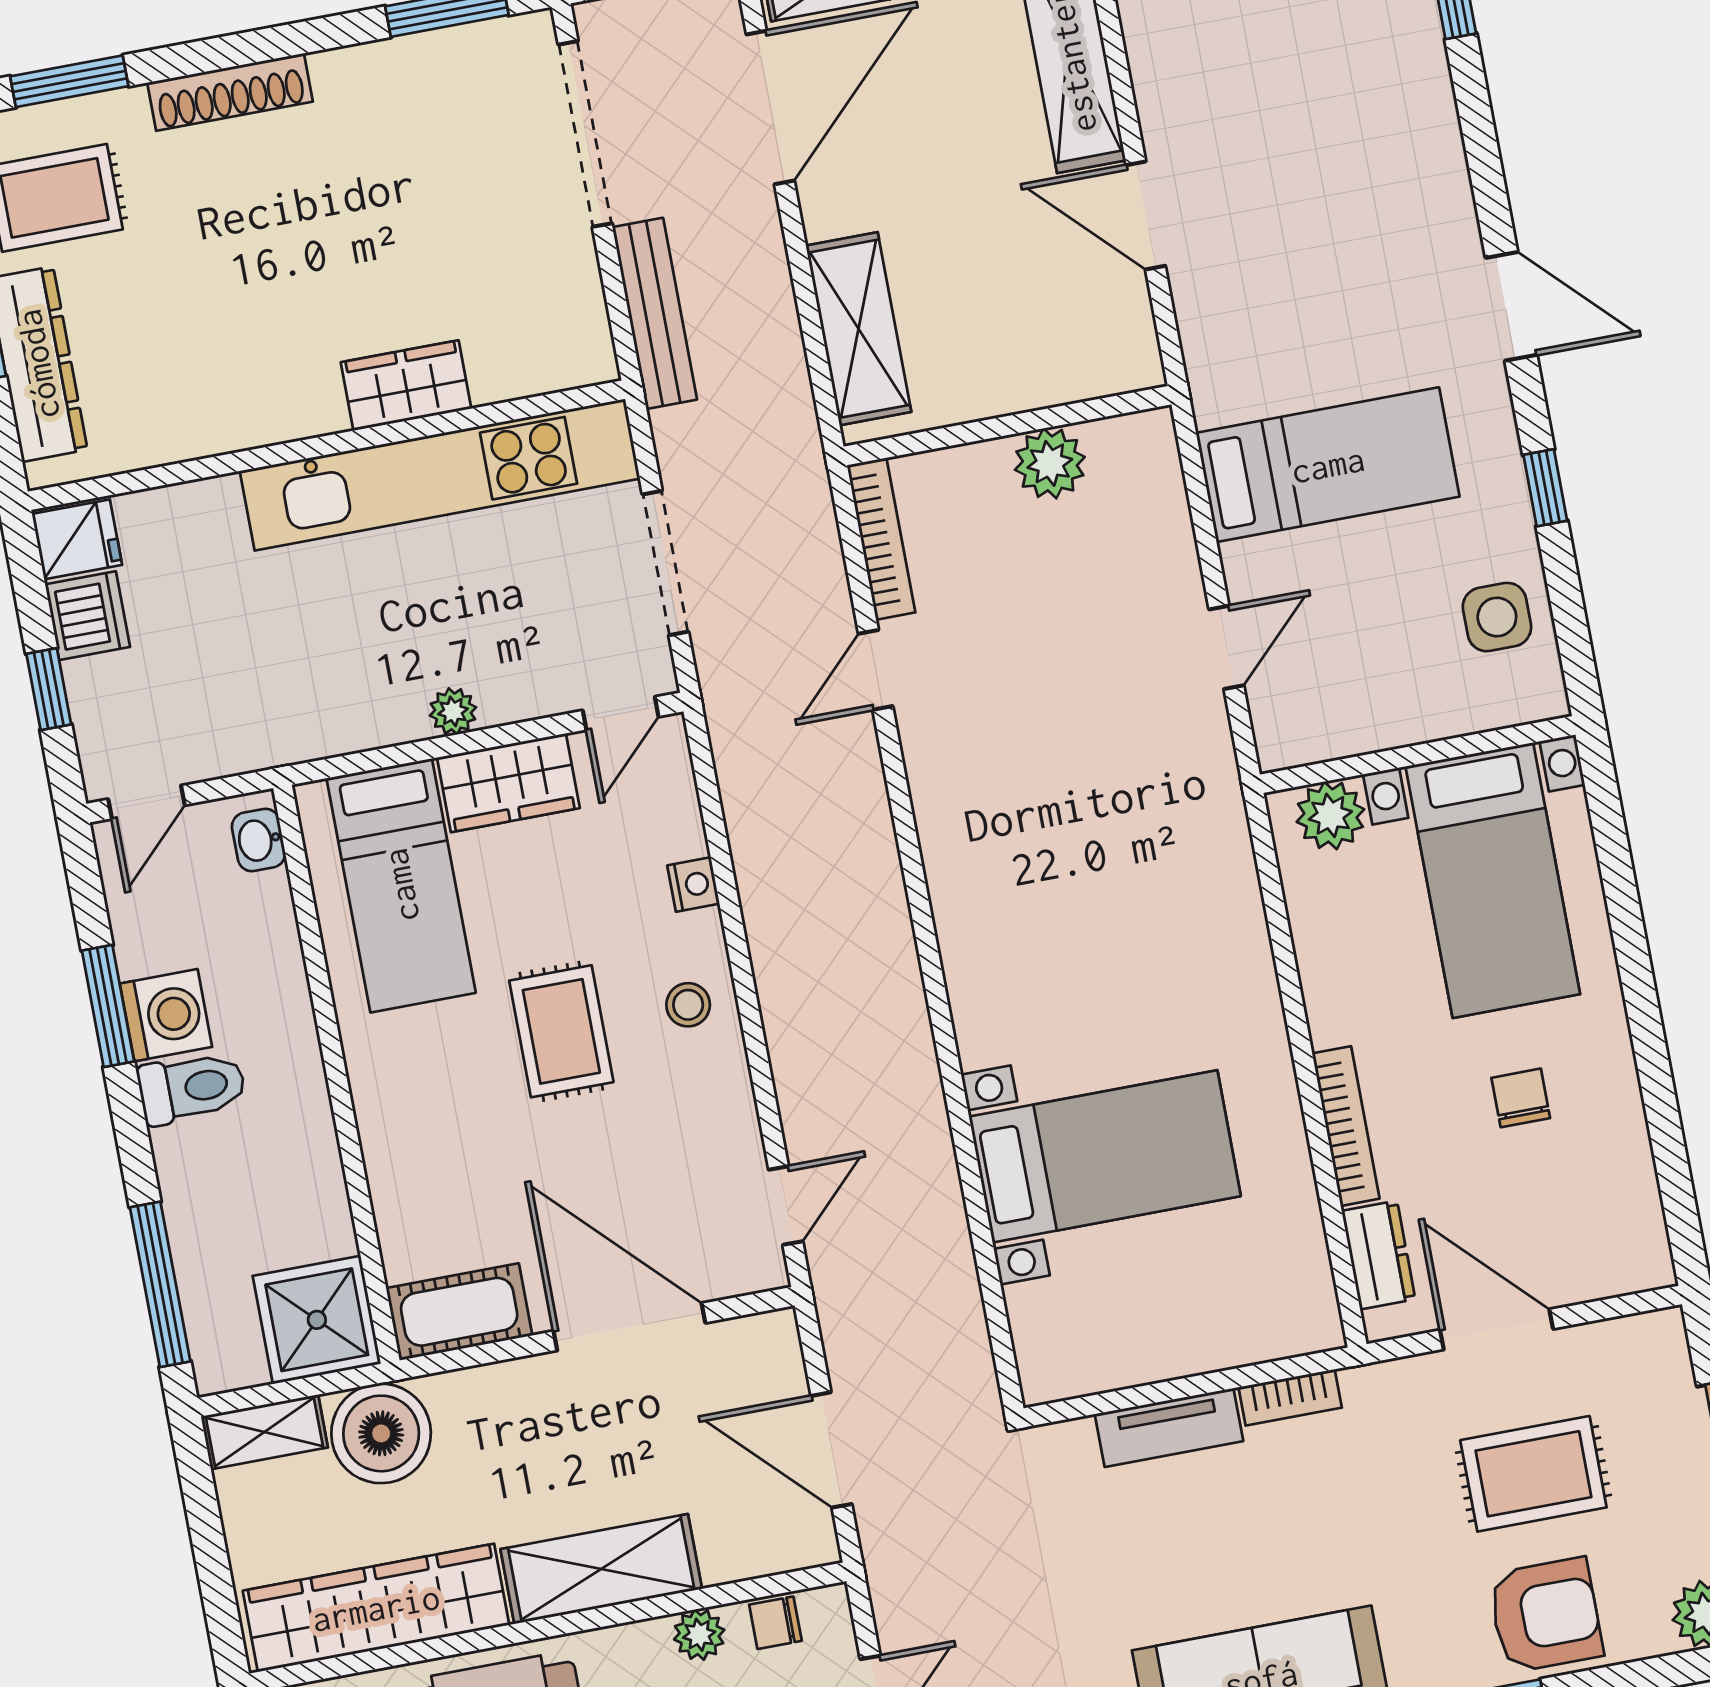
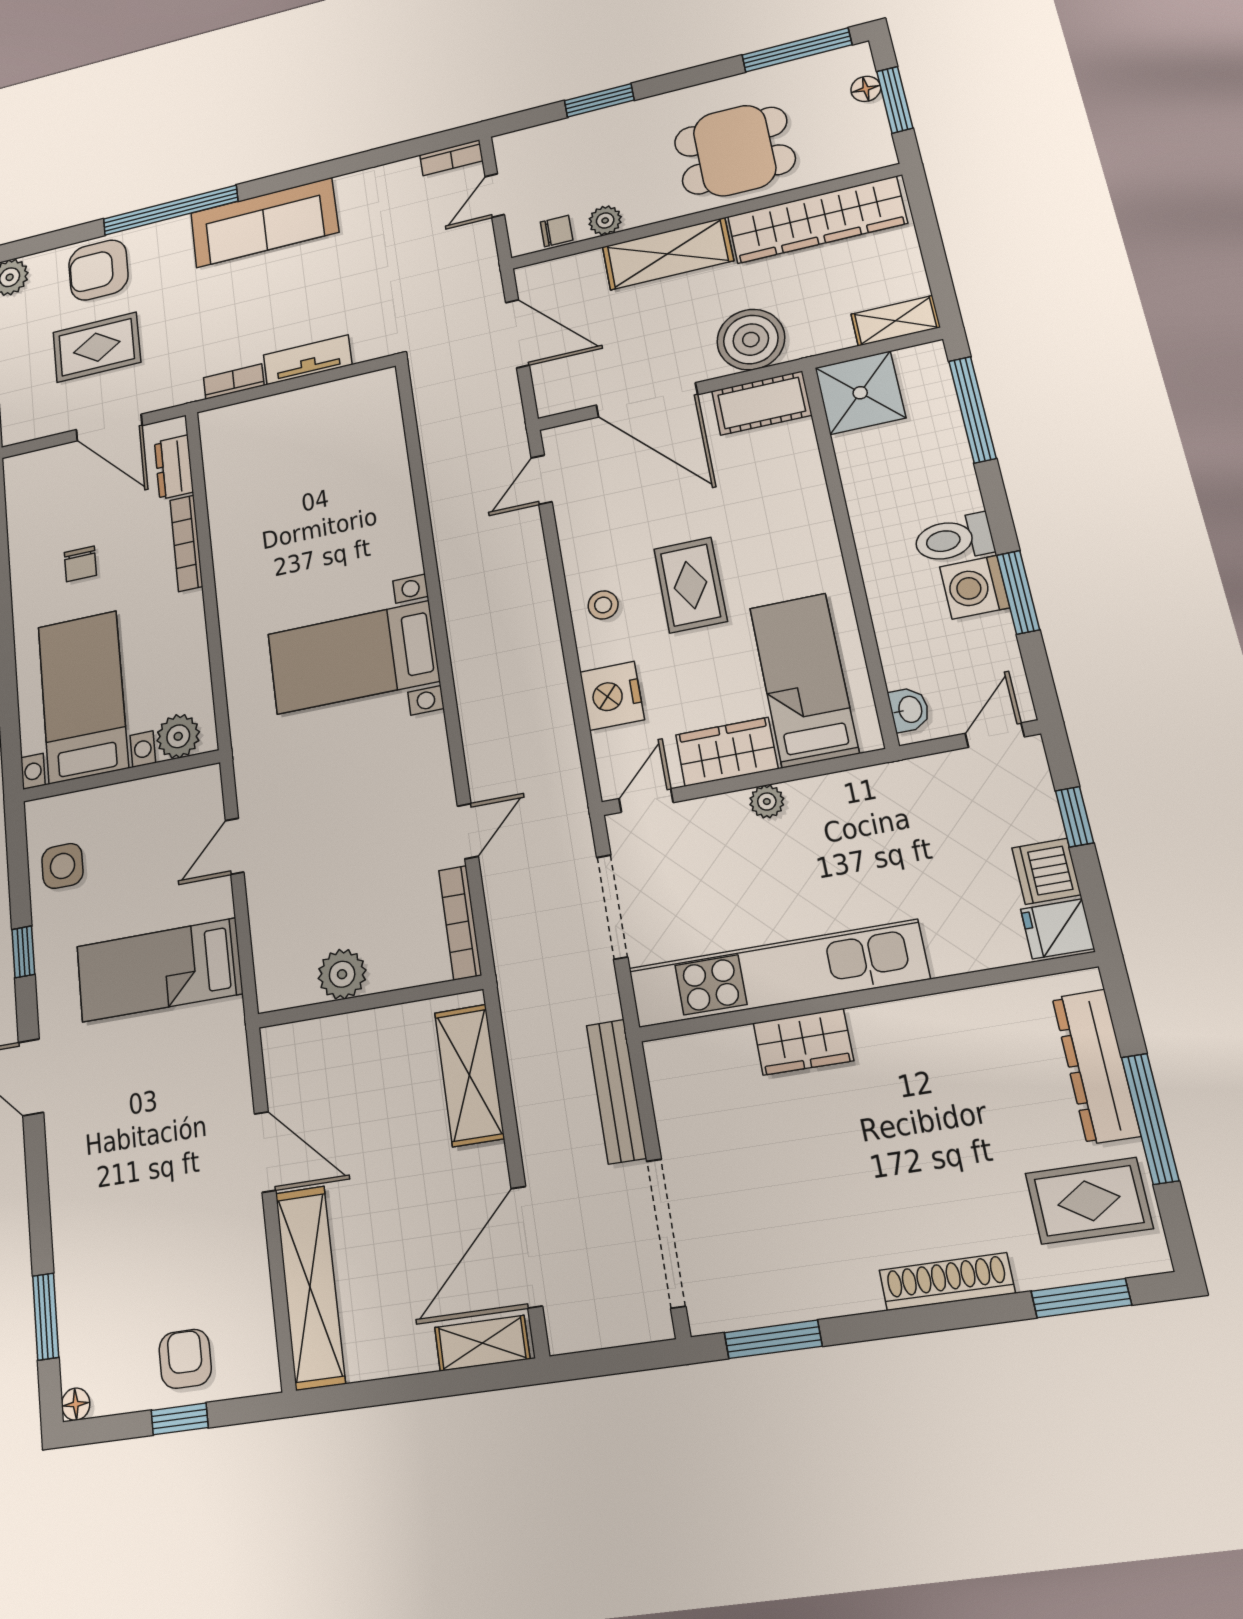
nightstand: (693, 885) -> (612, 696), width x1.89, depth x1.79
bed with nightstands: (1105, 1156) -> (353, 657), moved
boiler: (381, 1433) -> (751, 340), moved

